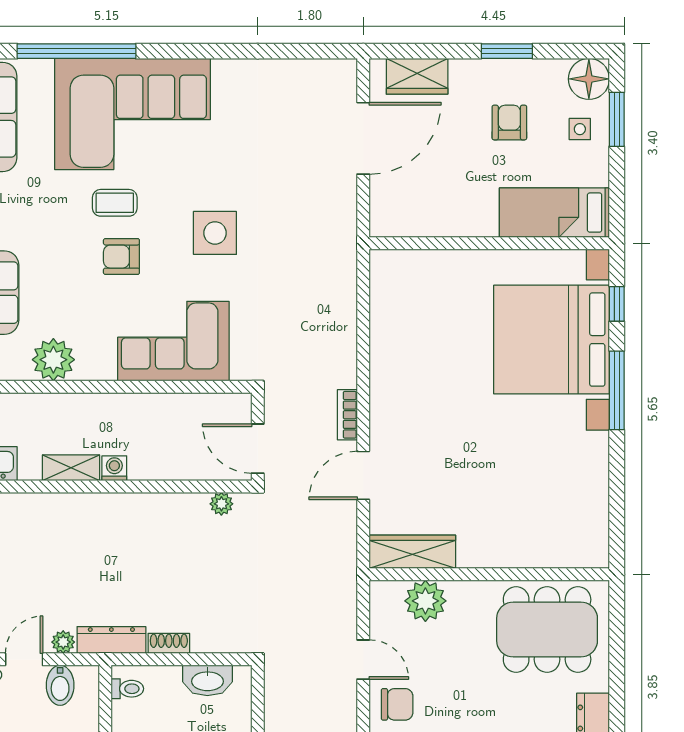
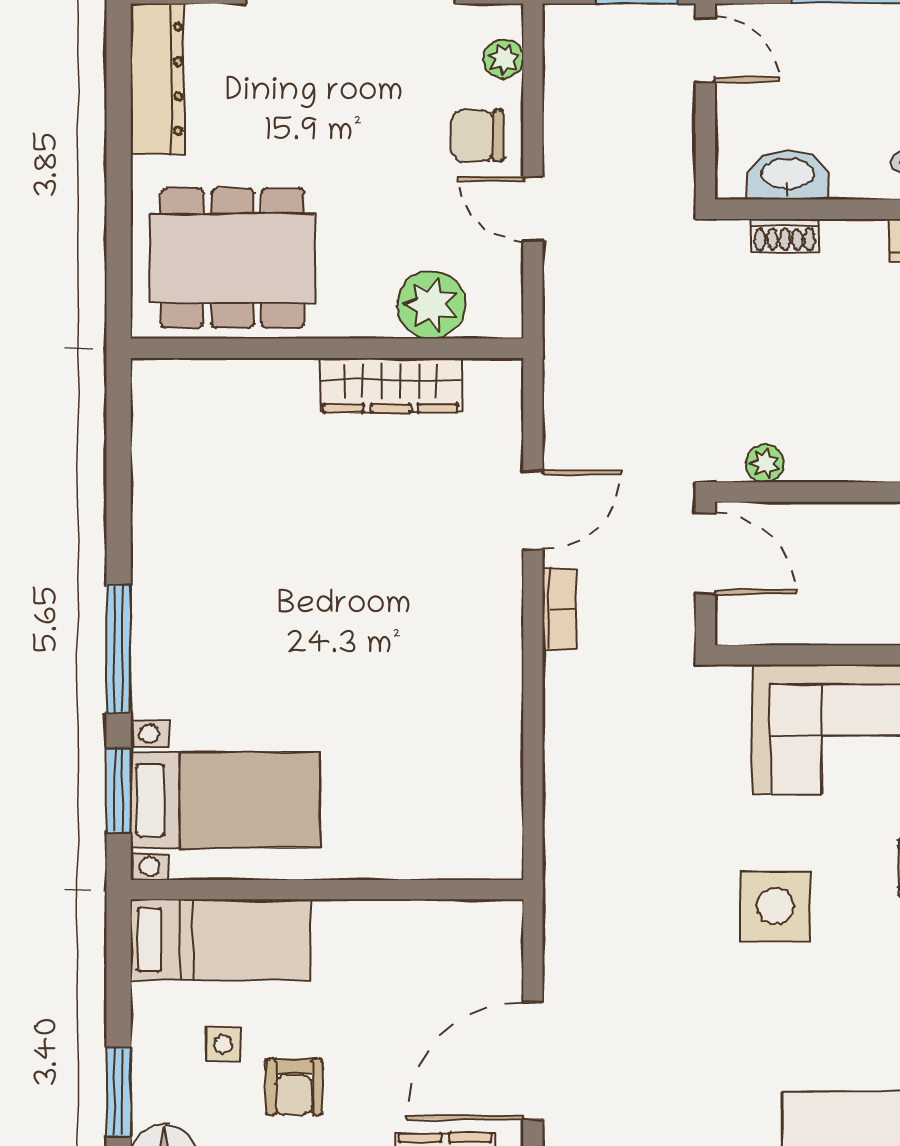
side table: (580, 129) -> (223, 1044), moved
window: (617, 304) -> (119, 790), width x1.50
bed with nightstands: (552, 340) -> (225, 800), width x0.54
wardrobe: (412, 552) -> (391, 385), moved
shoe rack: (169, 643) -> (785, 235), moved

